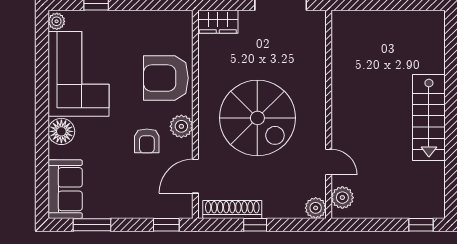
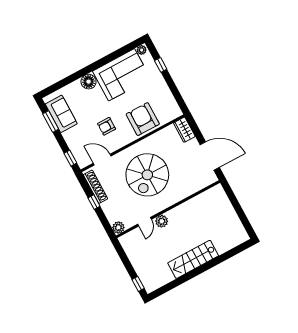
plant: (181, 126) -> (123, 140), removed
sofa: (65, 189) -> (61, 114), moved, turned -90
plant: (342, 198) -> (162, 221), moved

